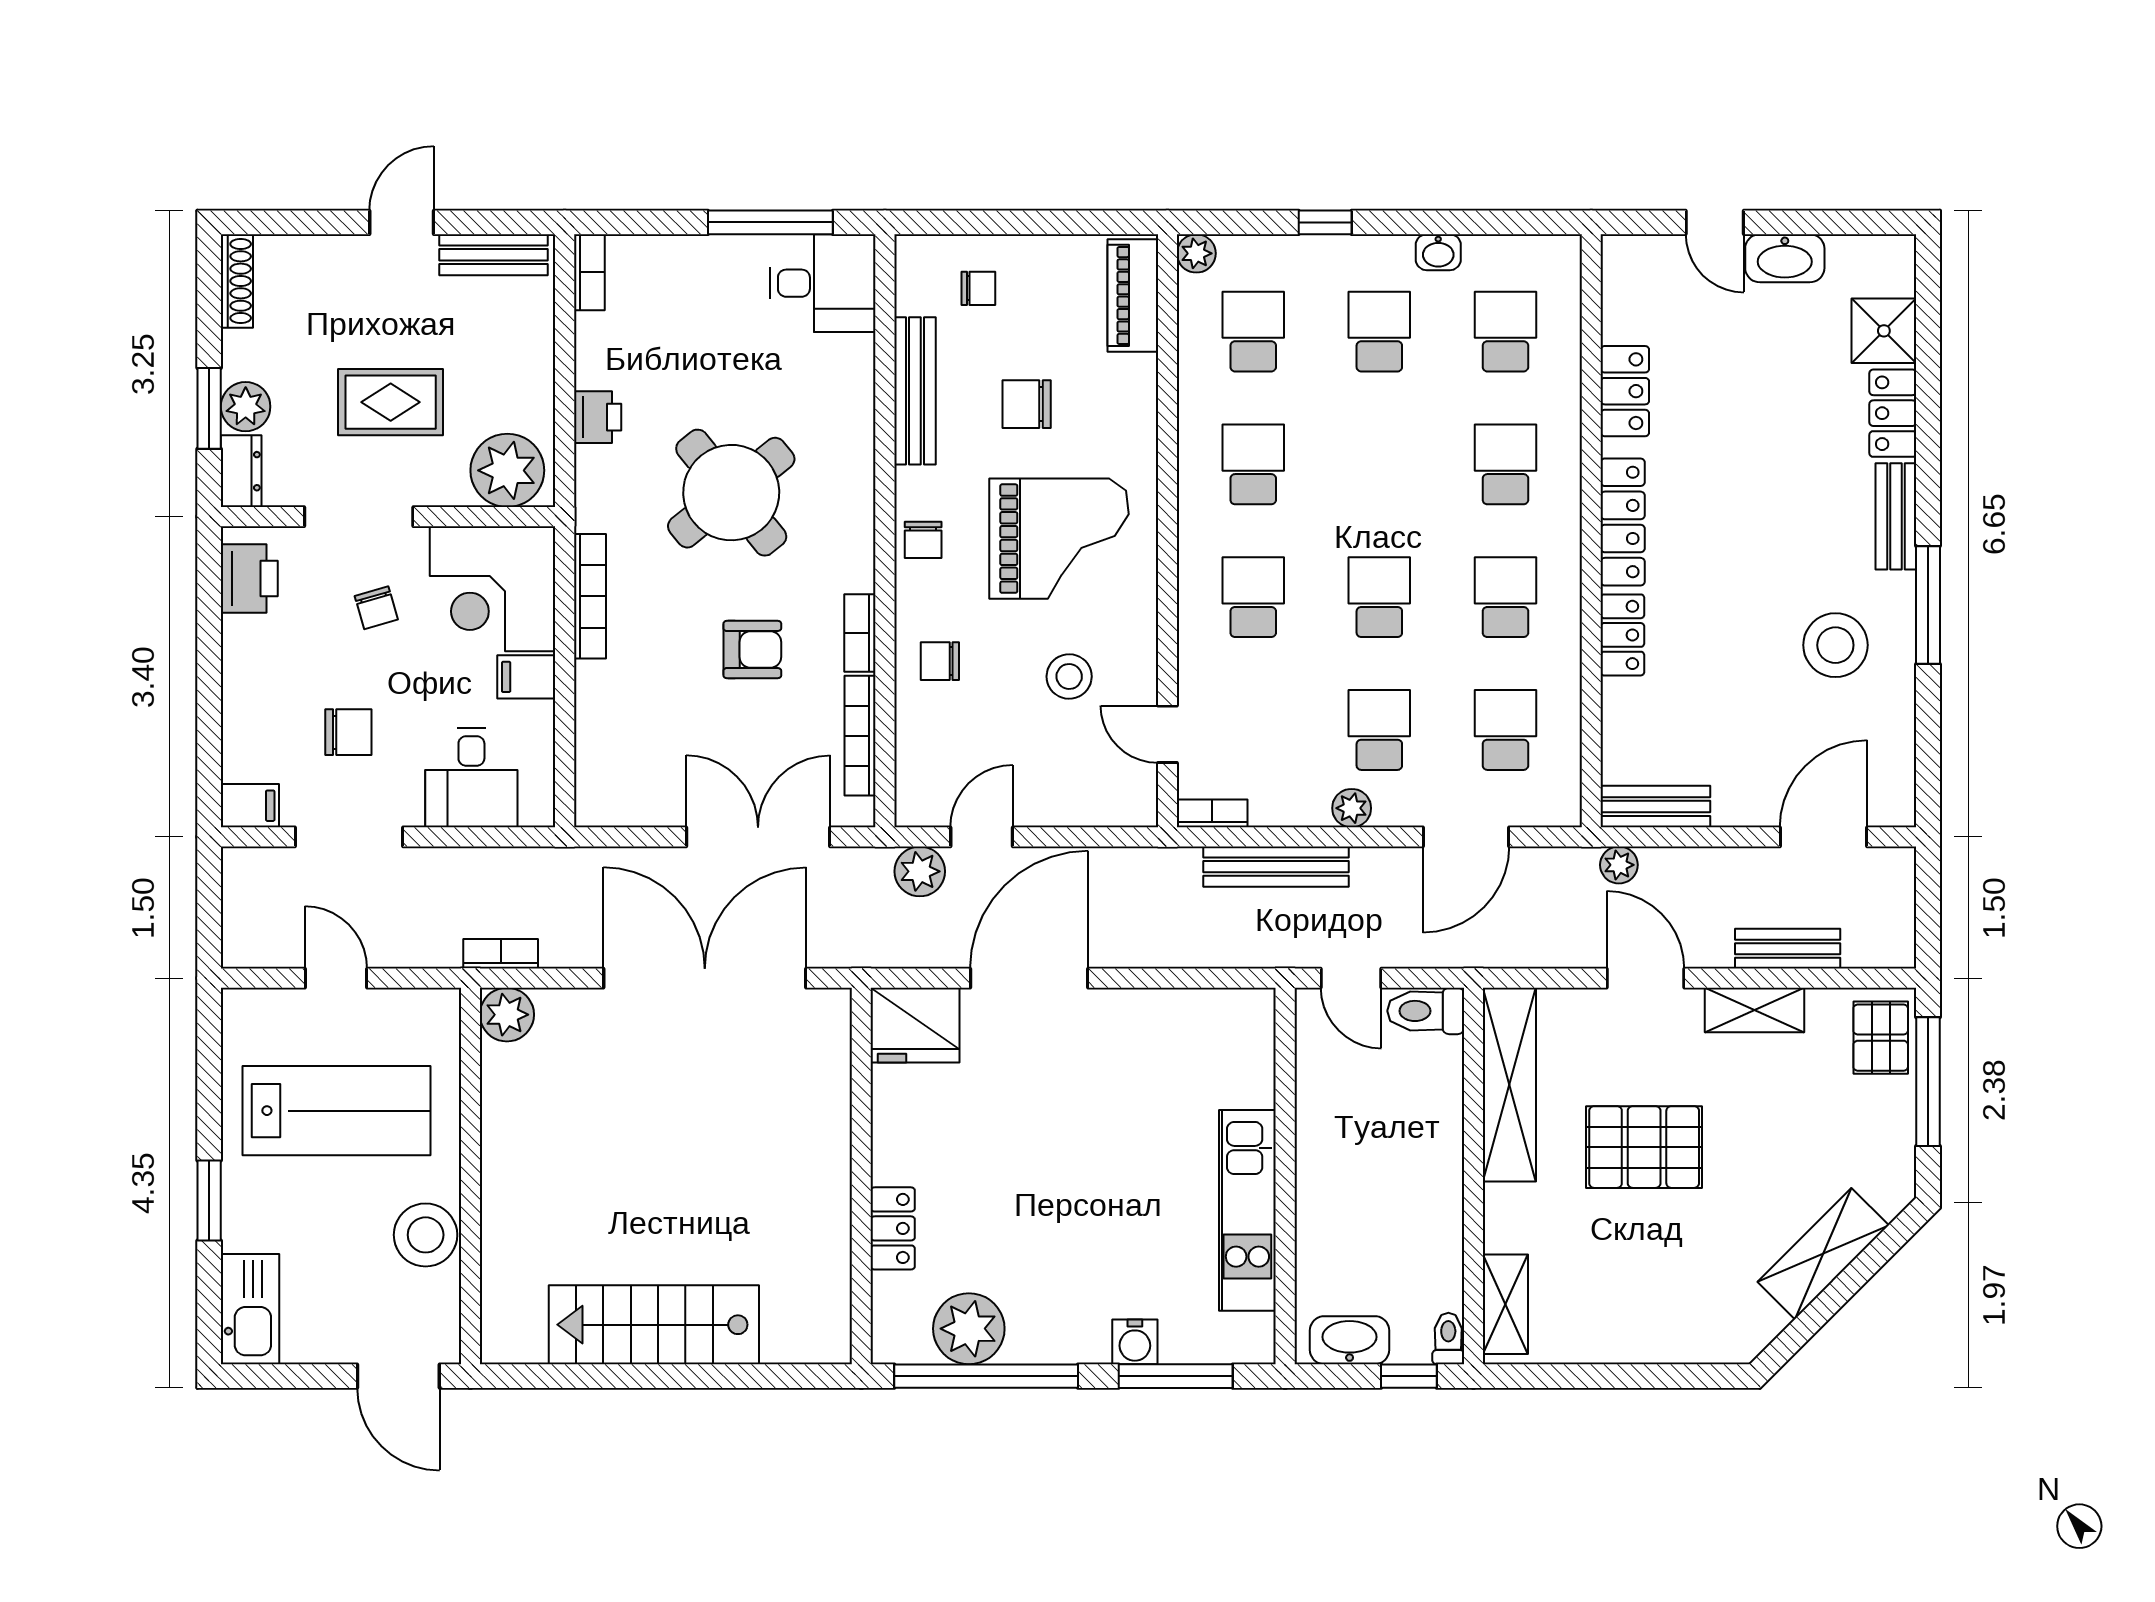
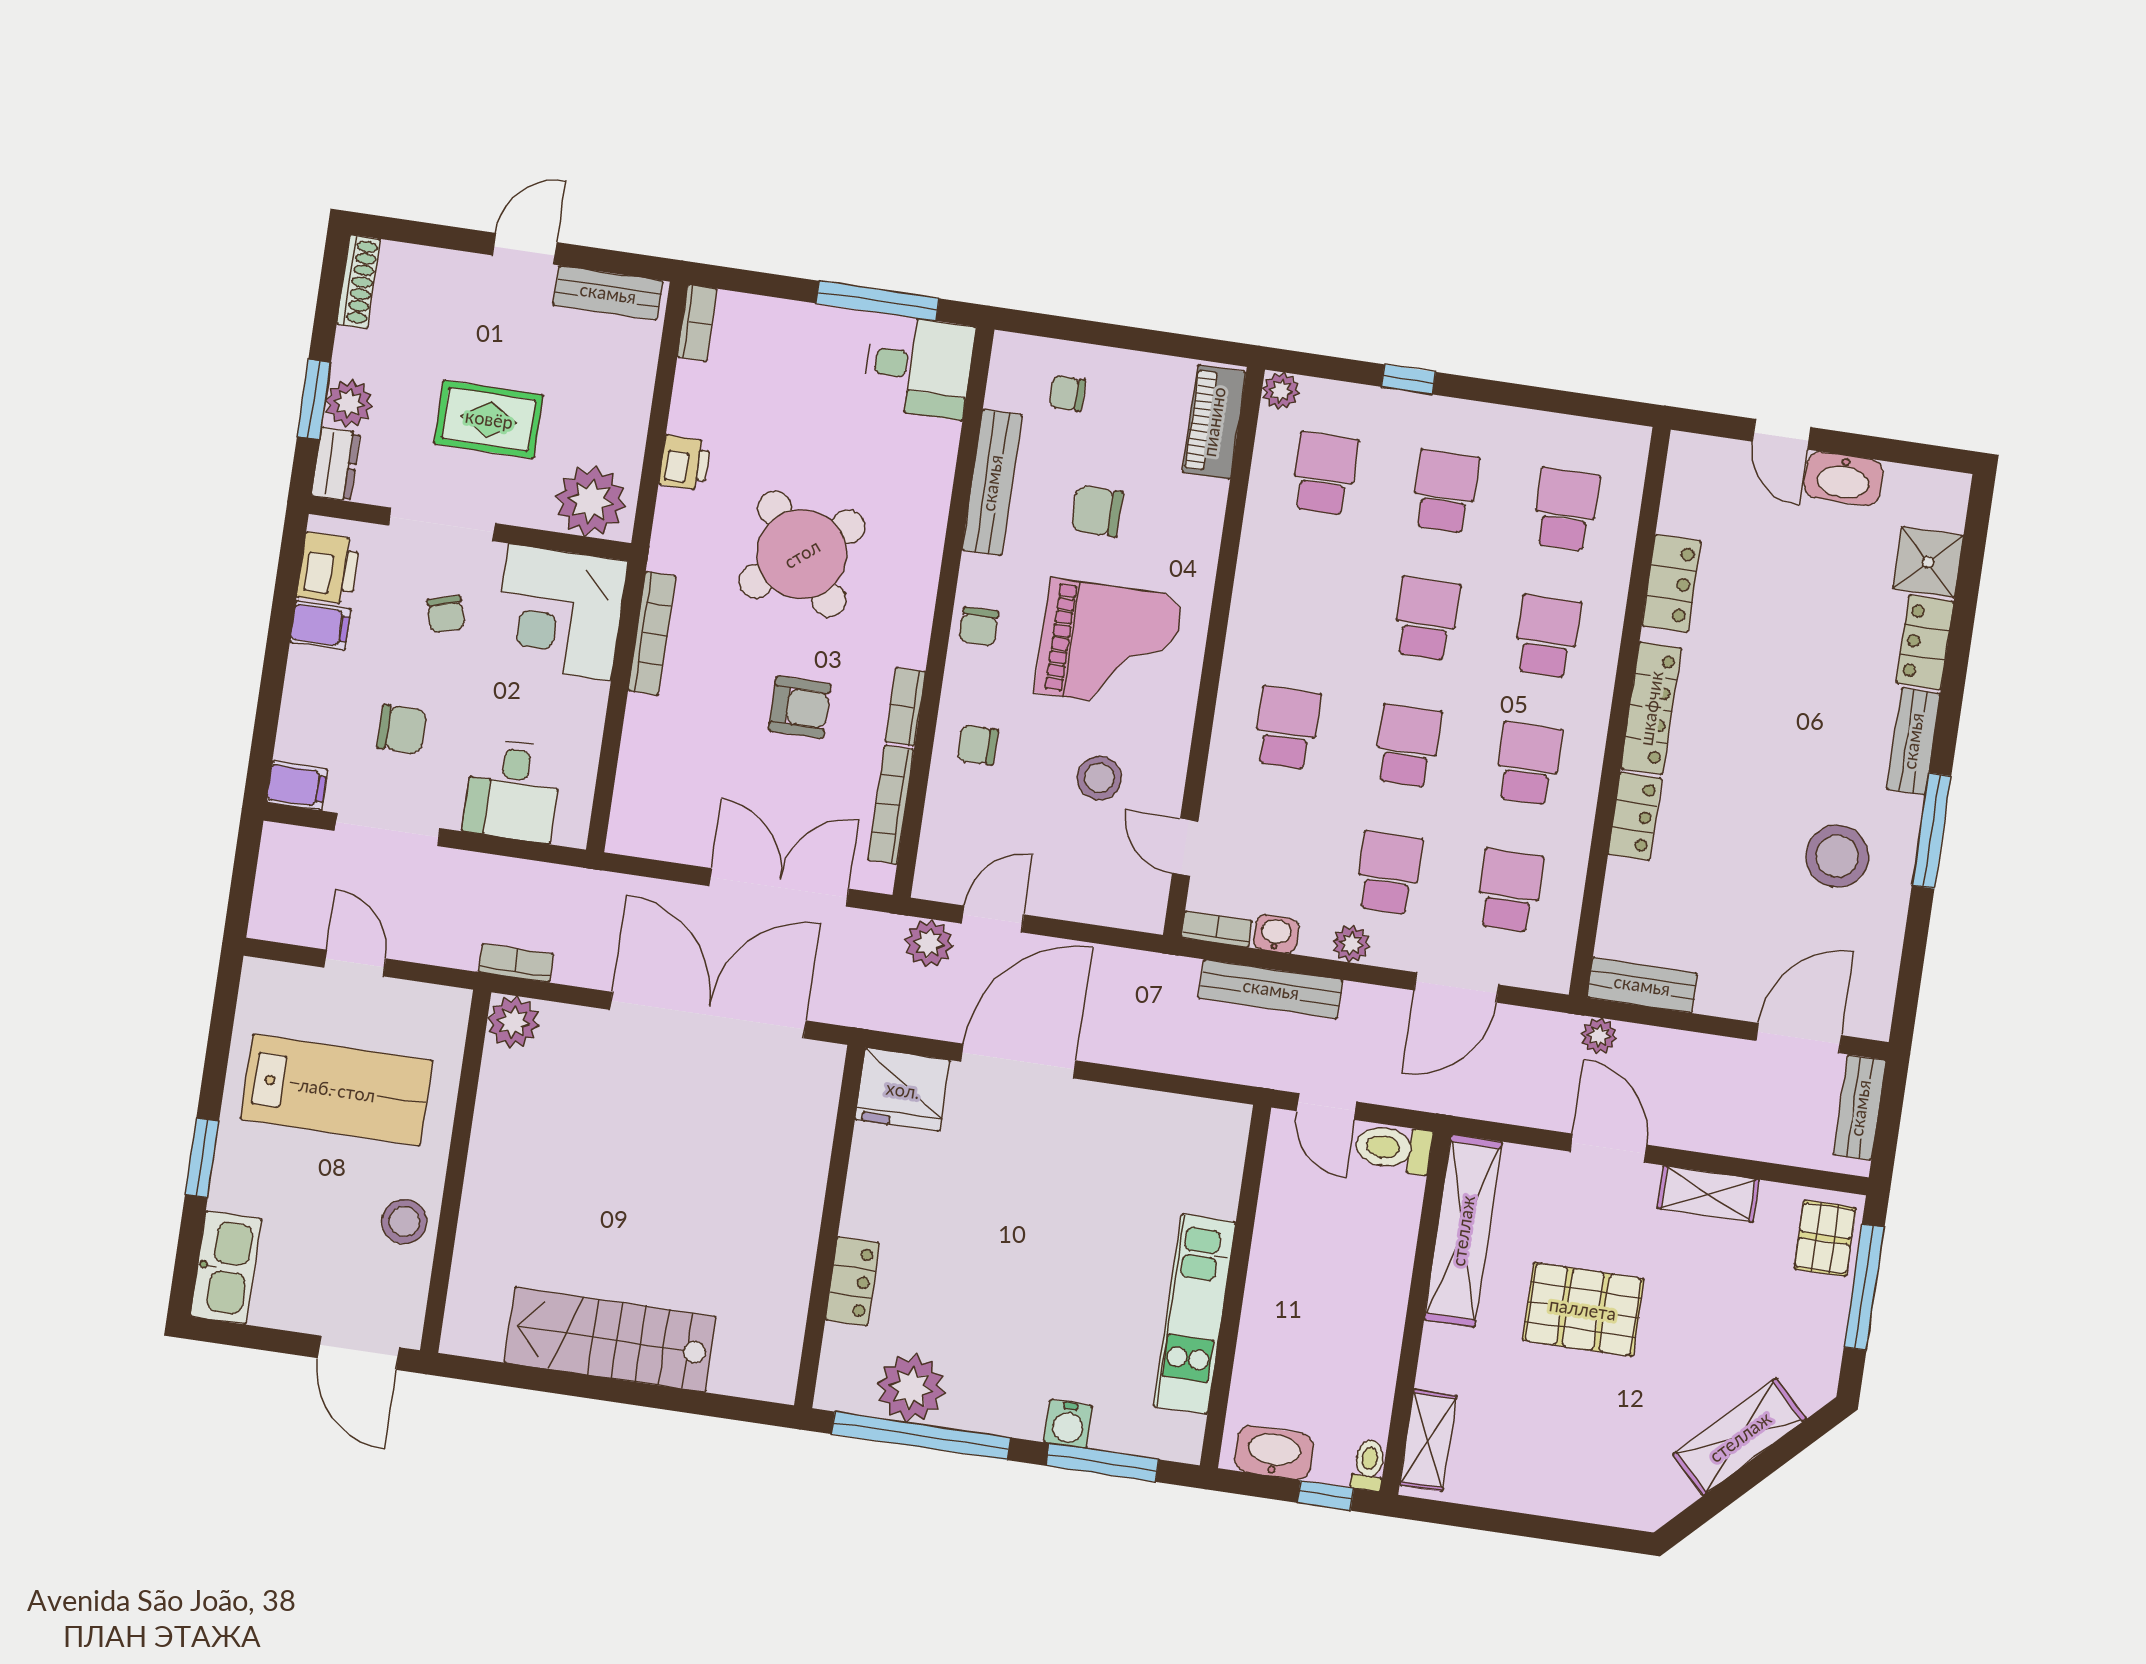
washbasin: (1438, 252) -> (1276, 934), moved, turned 180
chair: (978, 288) -> (1067, 393), turned 180
school desk: (1253, 464) -> (1426, 619), moved
filing cabinet: (526, 677) -> (320, 625), moved, turned 180
bench: (1788, 949) -> (1860, 1108), moved, turned 90
stool: (426, 1235) -> (404, 1221), width x0.73, depth x0.73

